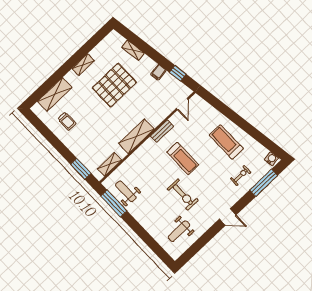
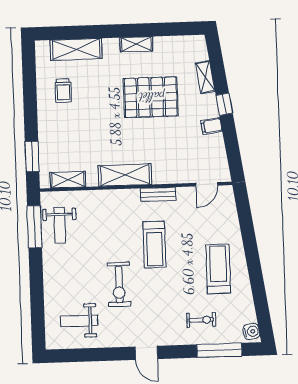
window: (178, 73) -> (224, 104), moved
weight bench: (126, 191) -> (60, 225), turned 180

